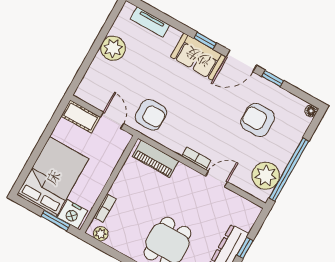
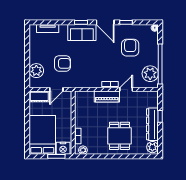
plant: (113, 48) -> (36, 71), moved
door: (241, 61) -> (105, 22), hinge flipped
armchair: (151, 115) -> (62, 63), moved
door: (112, 120) -> (56, 89), swing flipped
armchair: (258, 120) -> (130, 48), turned 90
piano: (155, 159) -> (107, 96), moved

